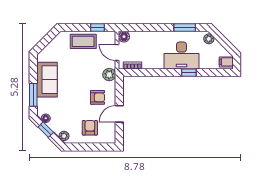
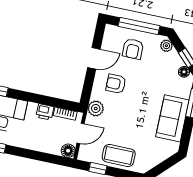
door: (117, 52) -> (81, 133), hinge flipped
printer: (149, 63) -> (45, 112), added
window: (89, 147) -> (139, 26), added

